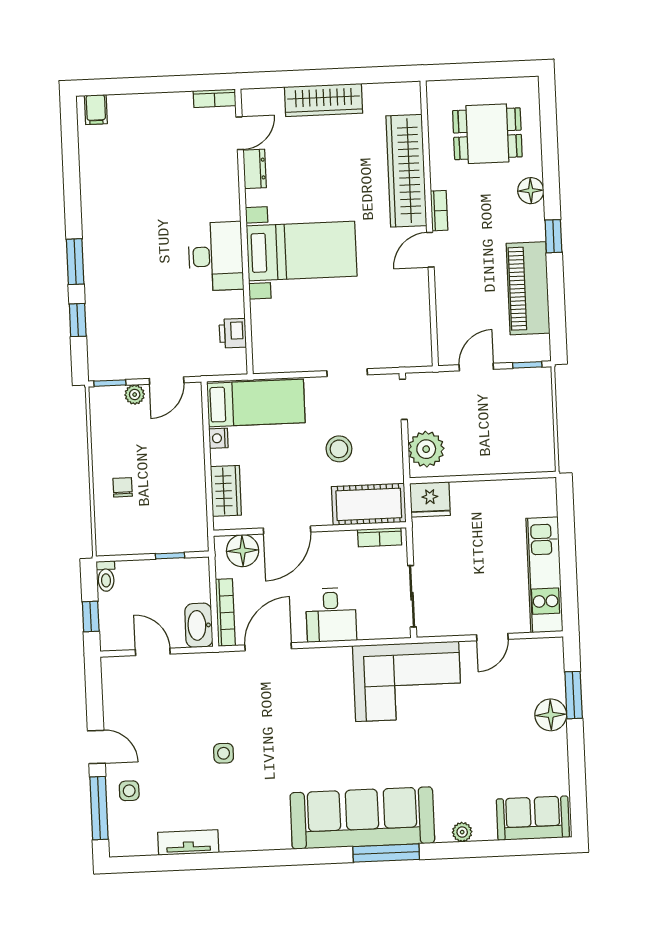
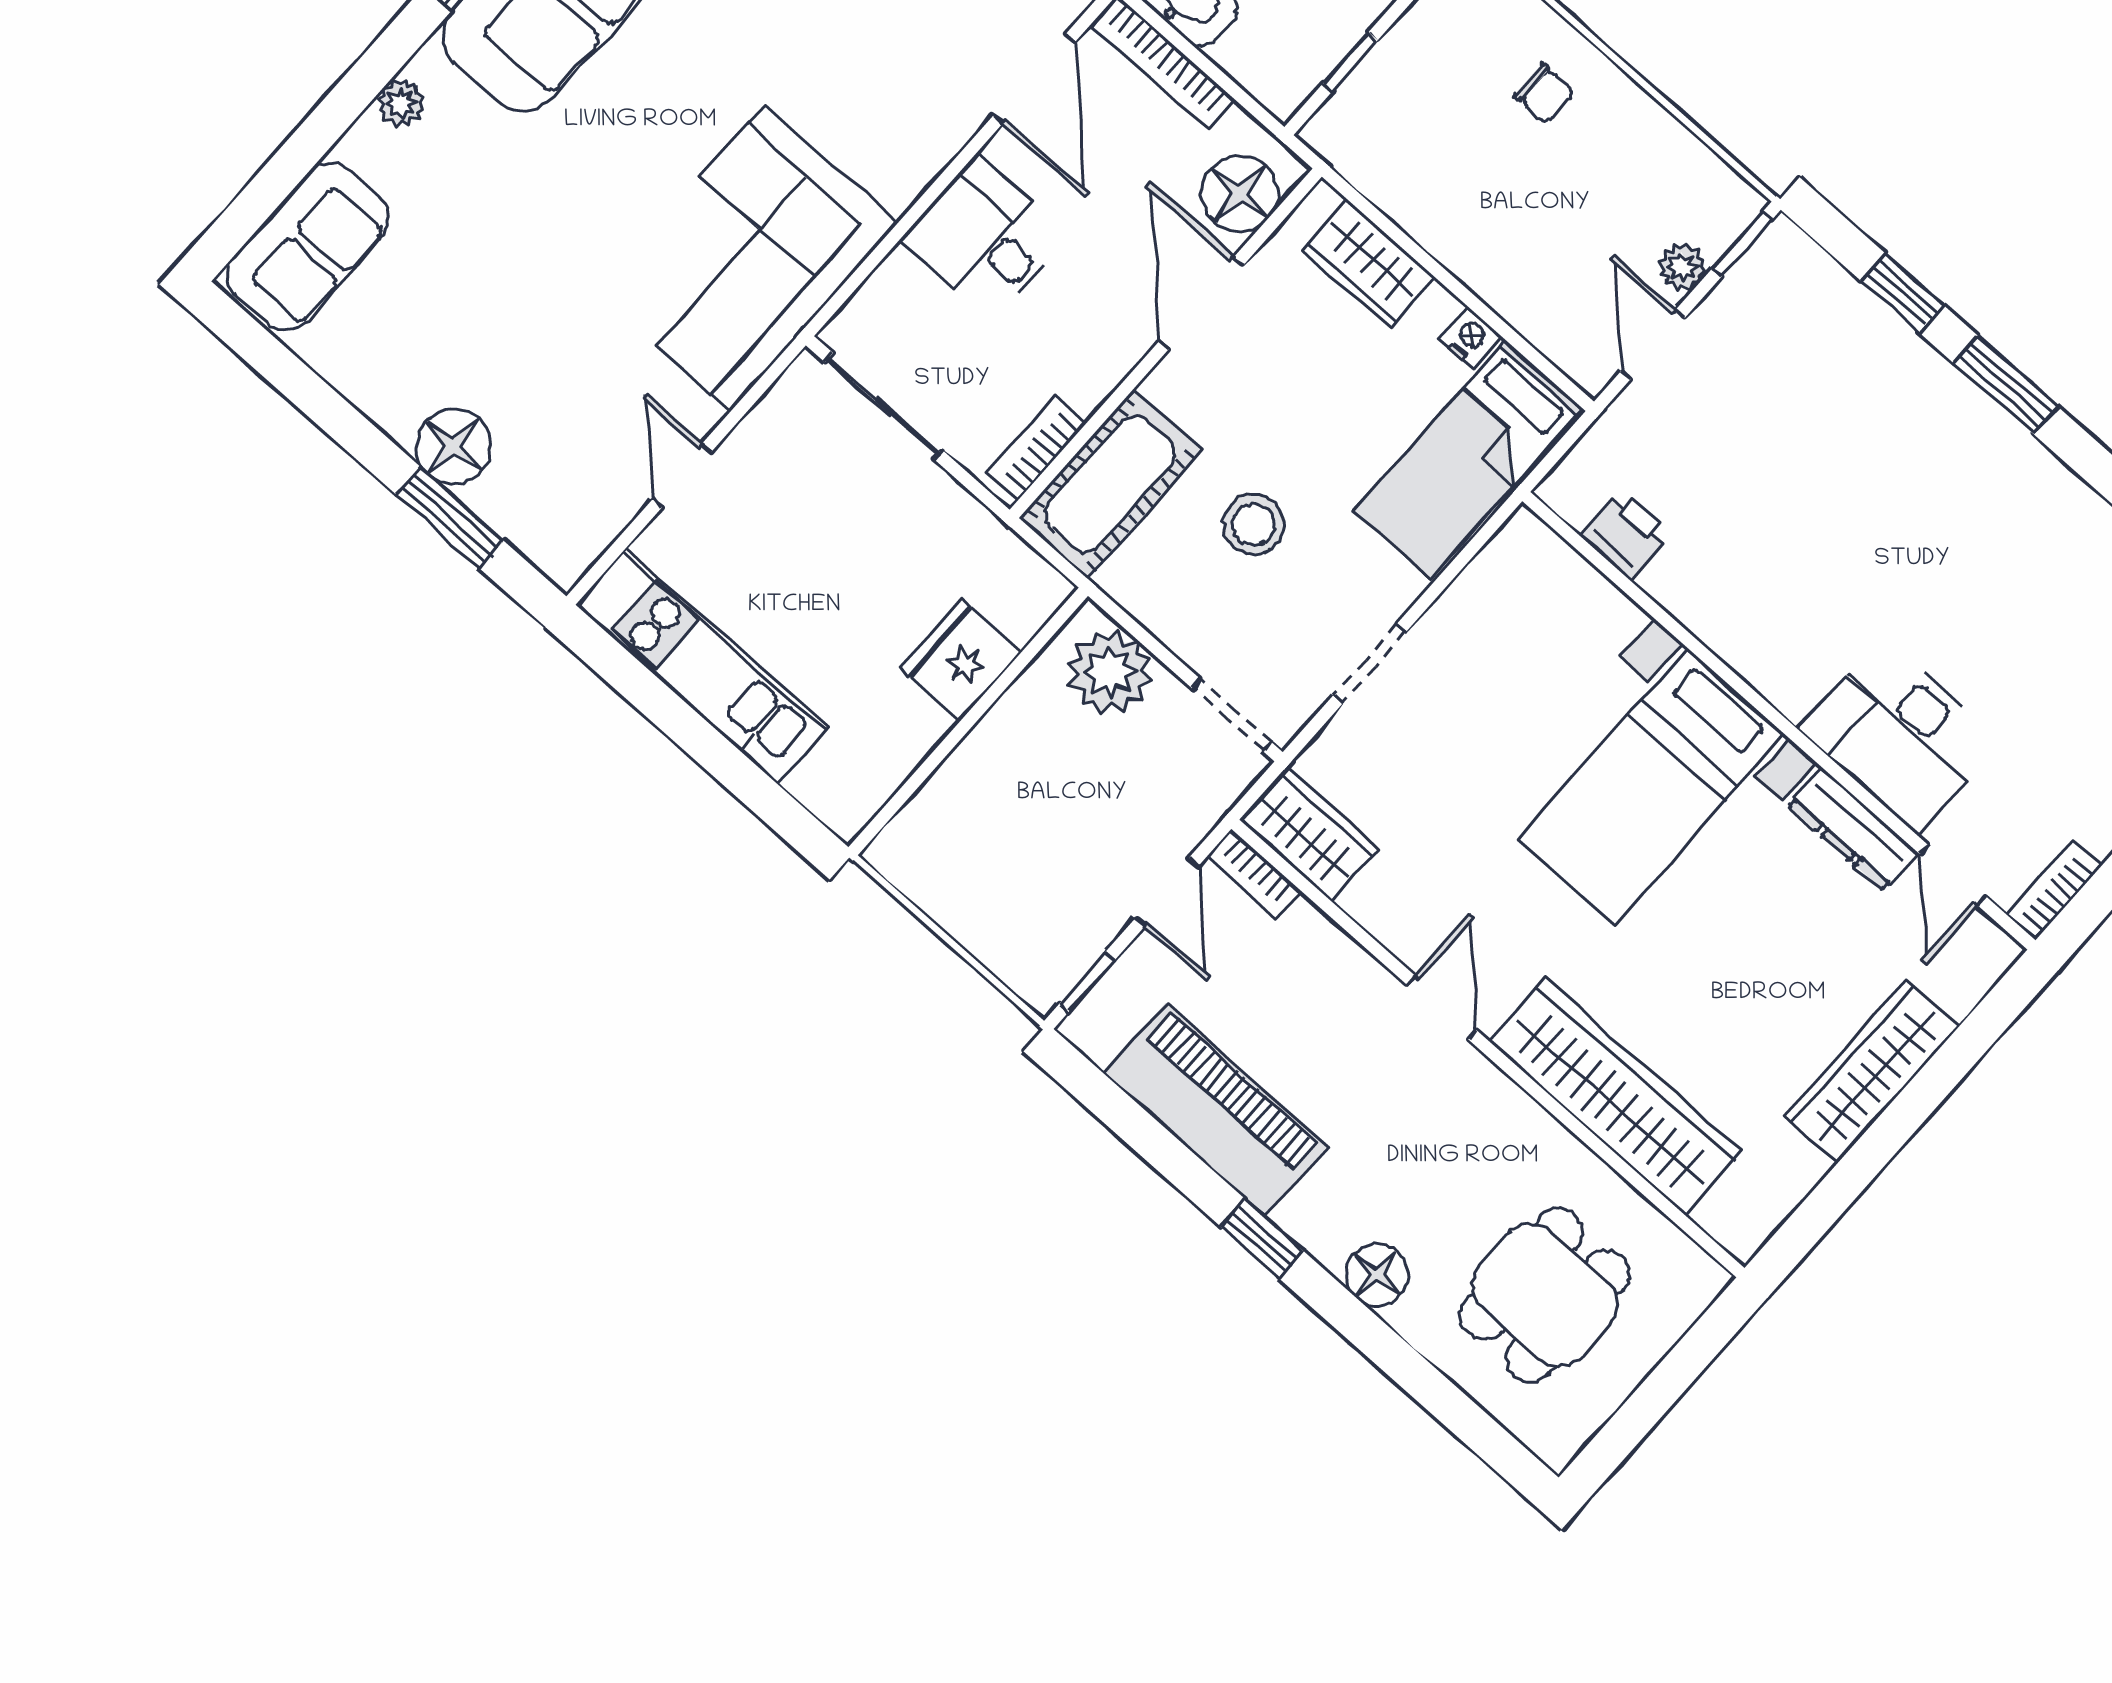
dresser: (255, 169) -> (1853, 829), width x1.44
bookcase: (439, 211) -> (1254, 874), moved
desk: (216, 256) -> (1900, 736), moved
wardrobe: (417, 341) -> (1309, 834), added
fridge: (430, 499) -> (961, 660), moved

